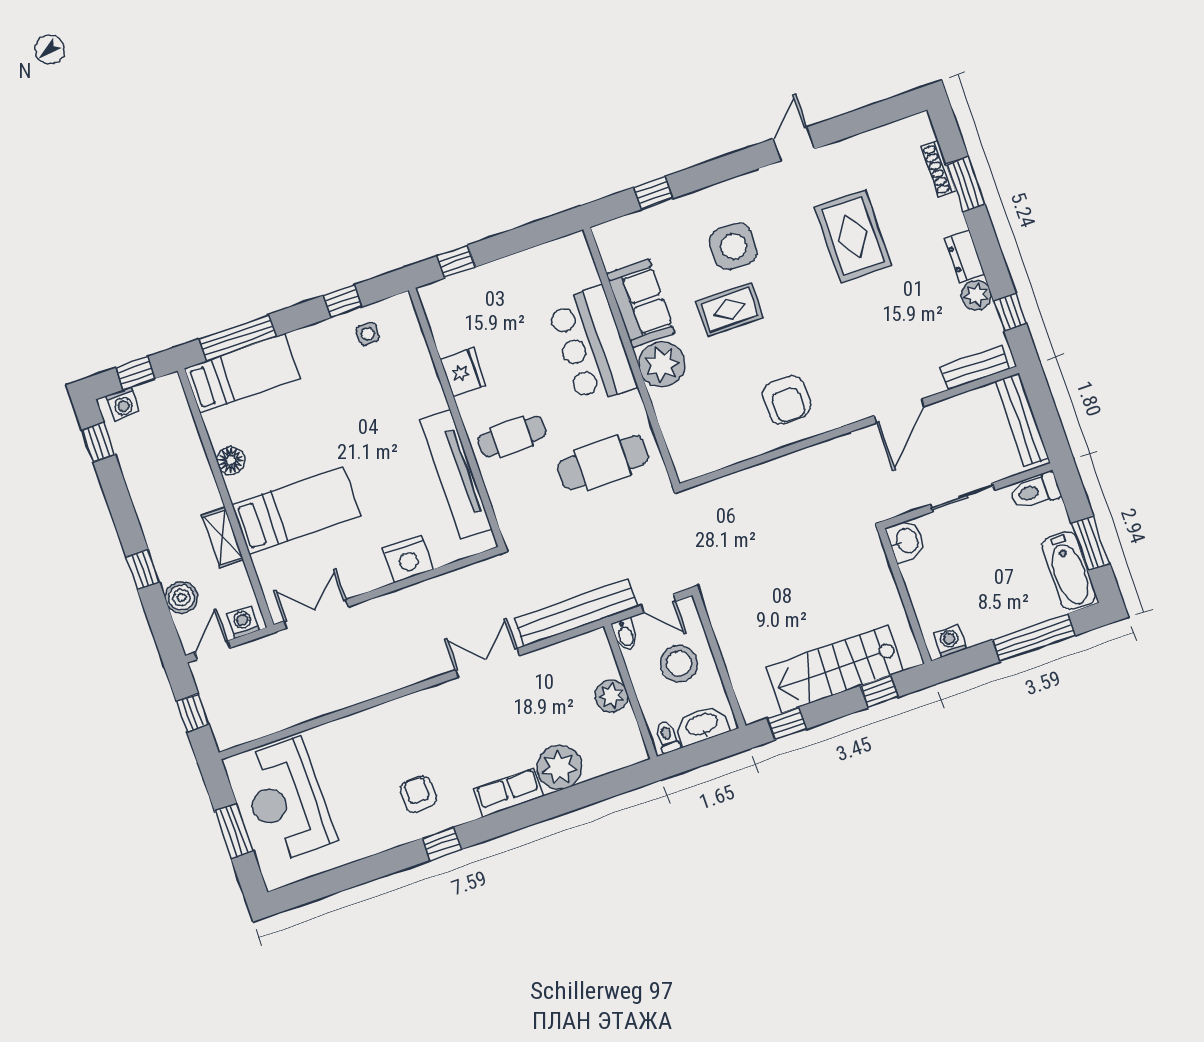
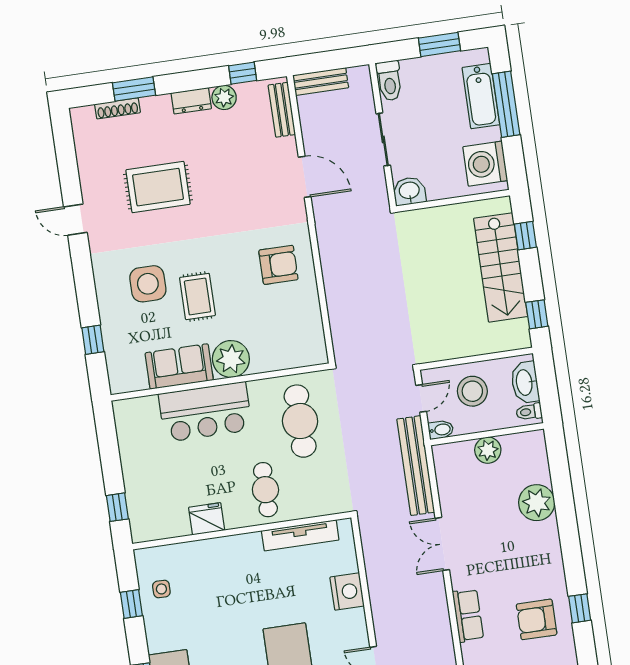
bench: (1022, 420) -> (321, 82), width x0.73
tv unit: (456, 474) -> (300, 535), width x0.73, depth x0.78
bathtub: (1069, 571) -> (481, 96), moved, turned 90
washing machine: (950, 641) -> (485, 164), width x1.89, depth x1.89
row of seats: (509, 792) -> (468, 615), moved, turned 180
armchair: (418, 794) -> (537, 619), width x1.38, depth x1.38

